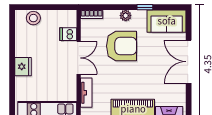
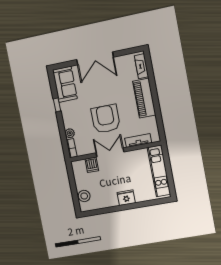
plant: (126, 16) -> (70, 133), moved
armchair: (122, 46) -> (106, 119), moved

